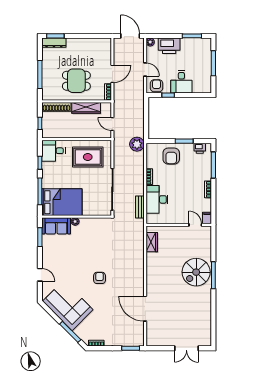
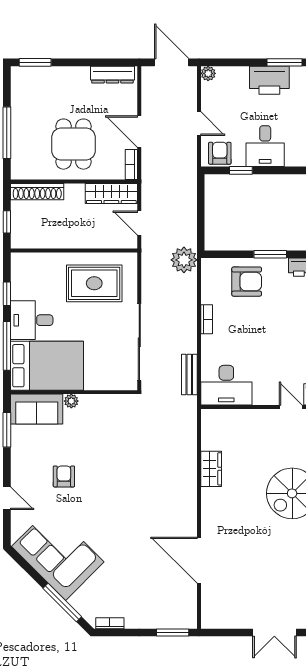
dresser: (54, 43) -> (112, 75), moved
printer: (169, 46) -> (269, 80), moved
door: (112, 74) -> (139, 132), swing flipped
dining table: (76, 81) -> (73, 144), turned 90
wardrobe: (86, 108) -> (111, 194), moved
desk: (53, 151) -> (32, 320), moved
armchair: (171, 156) -> (247, 282), turned -90
desk: (157, 199) -> (226, 385), moved, turned -90
wardrobe: (152, 242) -> (211, 469), moved
armchair: (100, 278) -> (64, 476), moved

